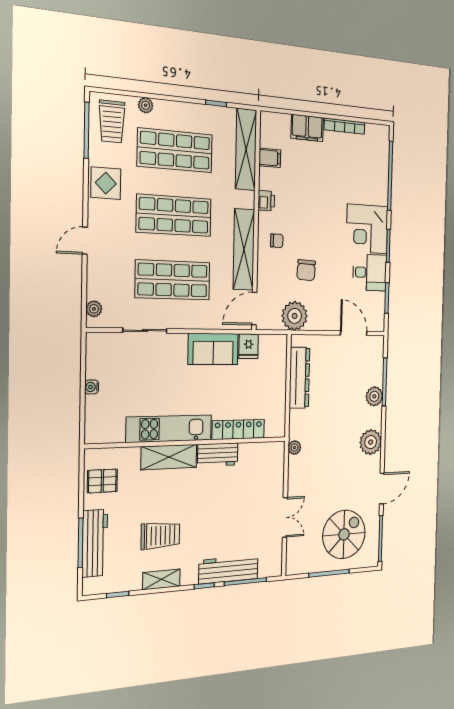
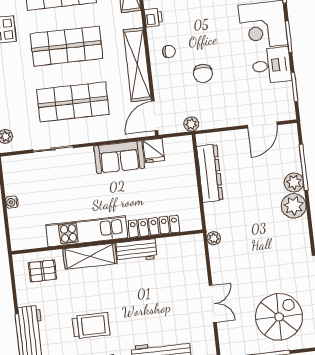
plant: (295, 316) -> (191, 124), width x0.53, depth x0.53
door: (354, 333) -> (262, 125), swing flipped
plant: (371, 442) -> (294, 206), moved
pallet: (102, 481) -> (42, 271), moved

